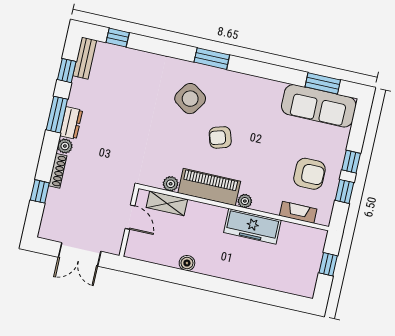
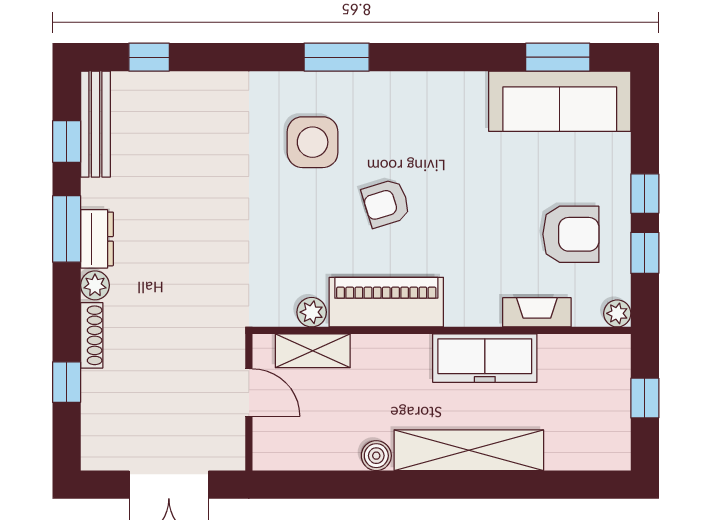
bench: (85, 58) -> (95, 124), width x1.36
side table: (190, 99) -> (313, 142), turned -34
plant: (245, 201) -> (617, 313), moved
fireplace: (298, 212) -> (537, 312), moved
shelving: (234, 271) -> (469, 450), added

